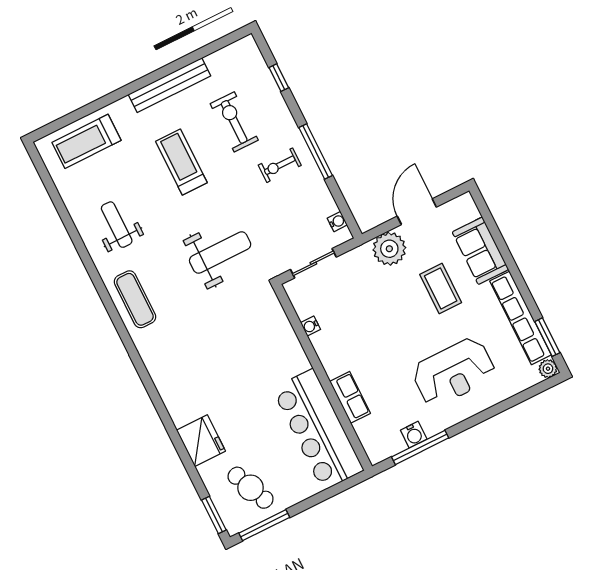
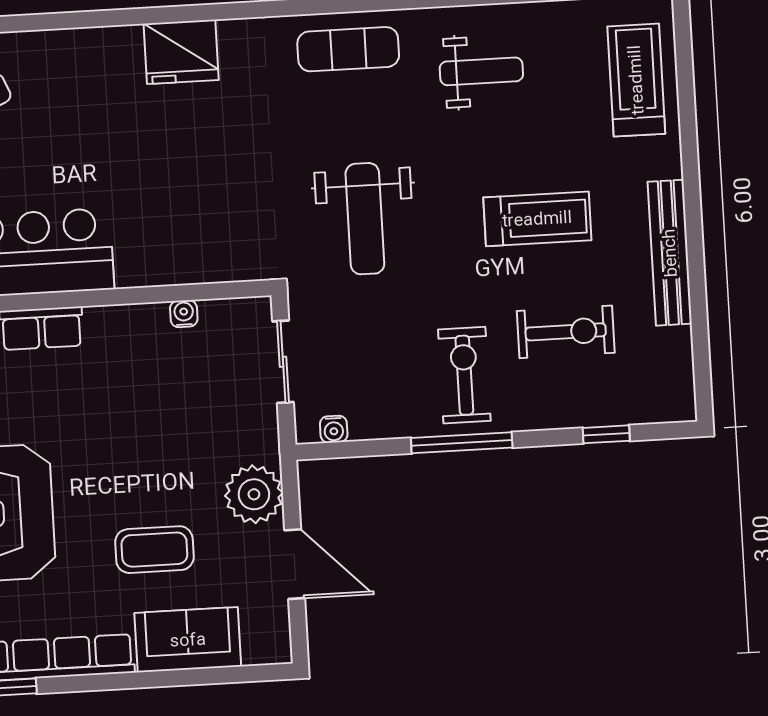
exercise bike: (280, 165) -> (464, 375), width x1.38, depth x1.39
fridge: (201, 441) -> (181, 52), moved

